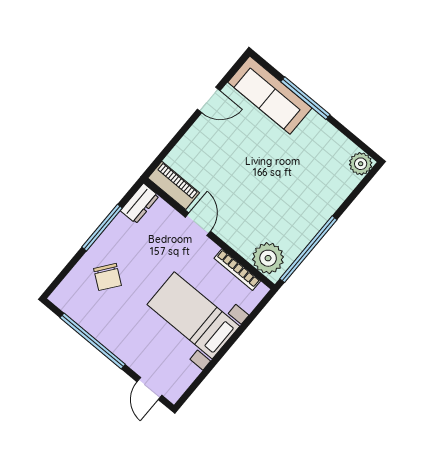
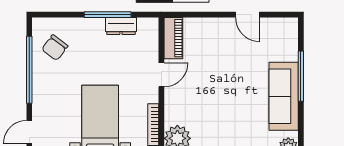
sofa: (270, 95) -> (284, 96), moved
dresser: (140, 203) -> (121, 26), moved
chair: (107, 277) -> (55, 48), moved

